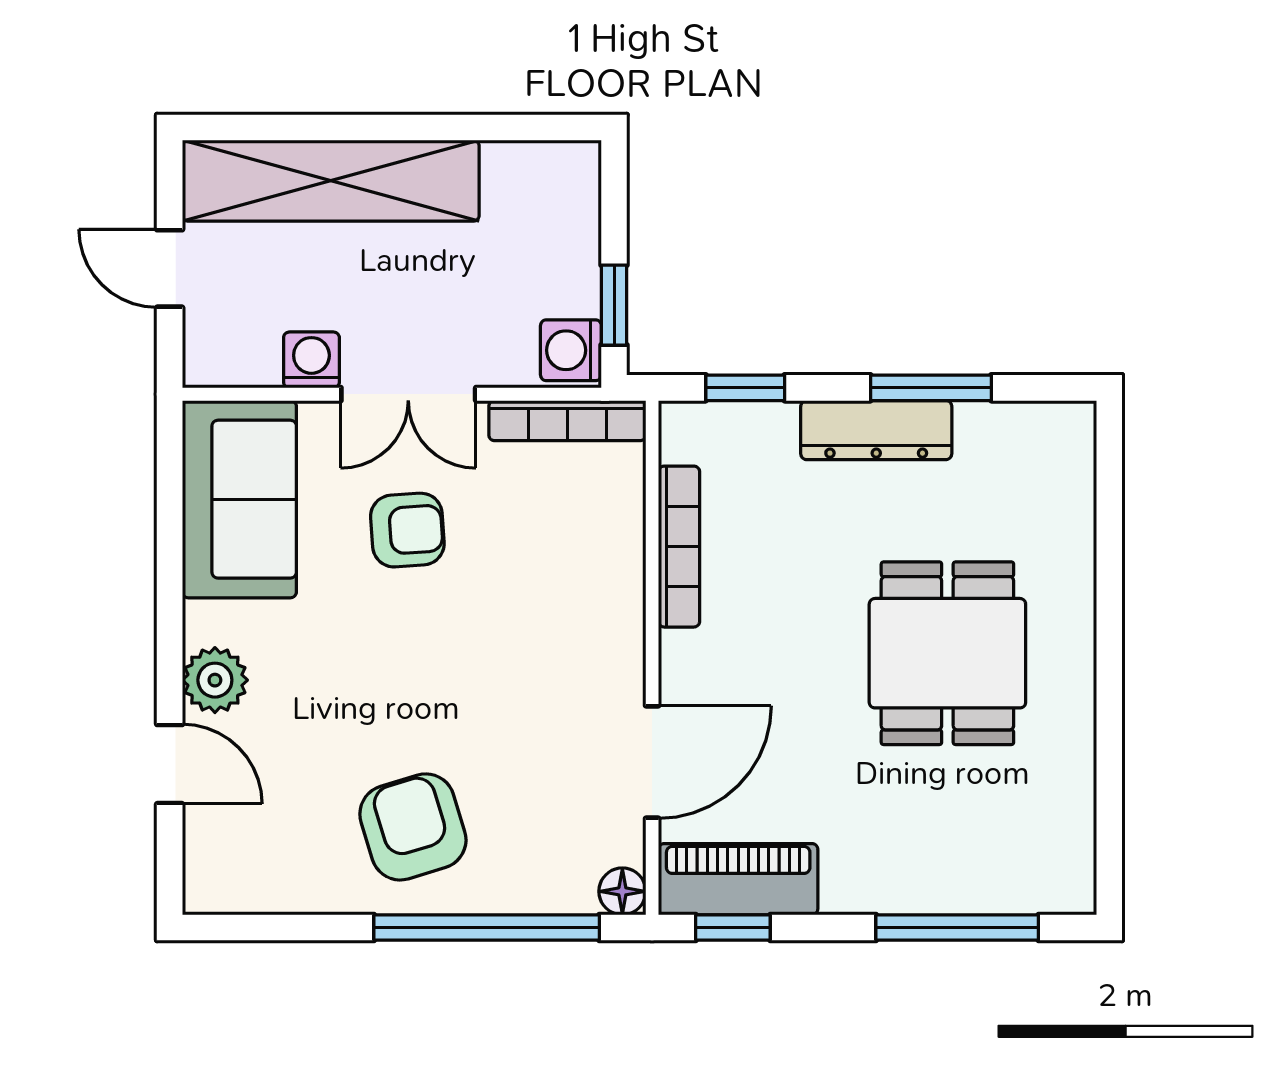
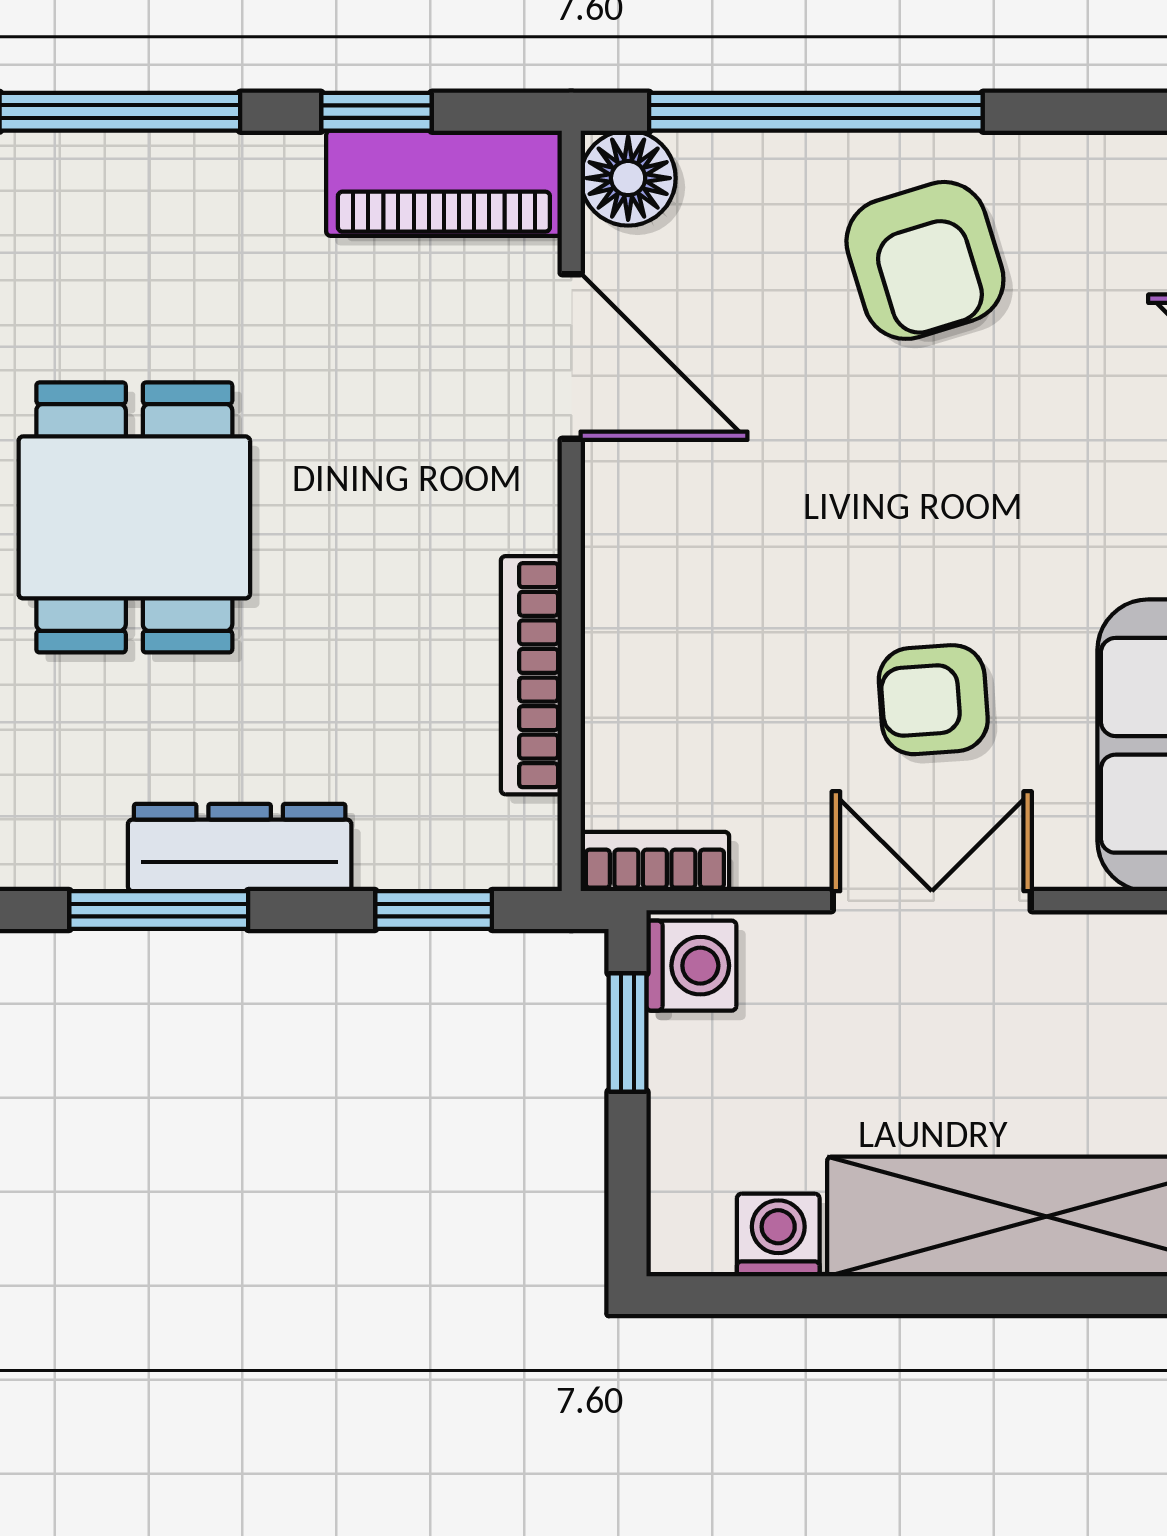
washing machine: (311, 360) -> (778, 1235), moved, turned 180
bookcase: (567, 421) -> (655, 862), width x0.64
door: (652, 762) -> (571, 357), swing flipped
floor lamp: (622, 891) -> (628, 178), width x1.37, depth x1.37
window: (733, 927) -> (376, 112), moved

